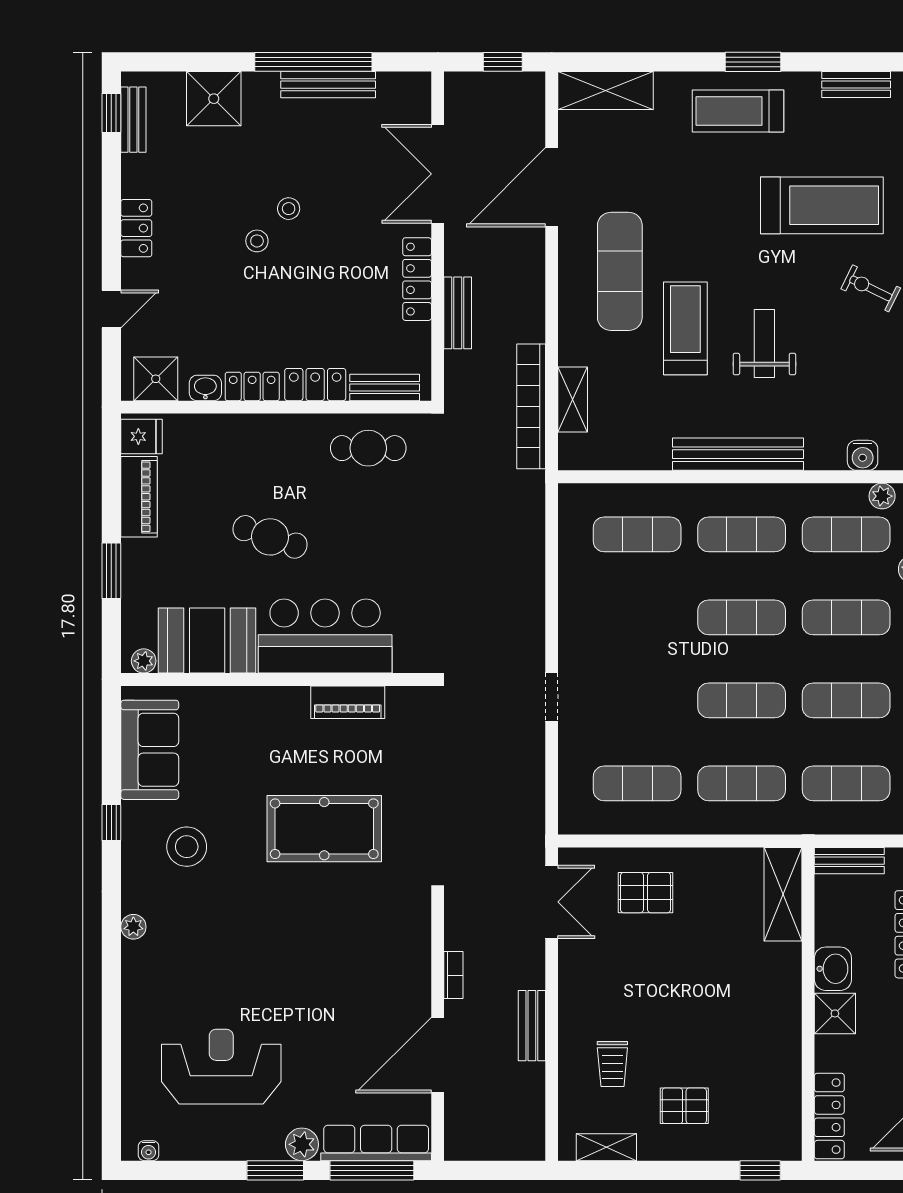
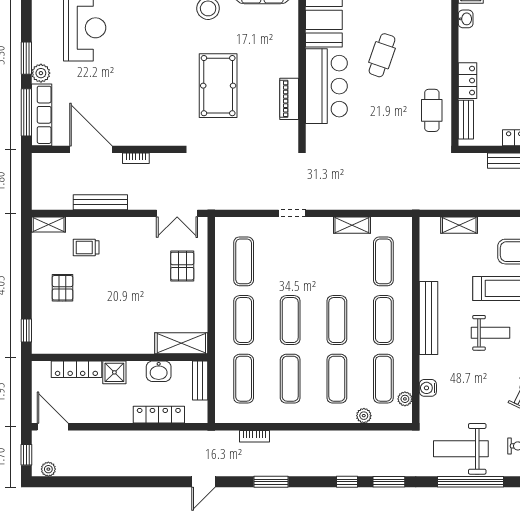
locker: (252, 386) -> (466, 45), removed
bookcase: (531, 406) -> (455, 202), removed
shelving: (573, 590) -> (352, 225), added
washbasin: (833, 969) -> (159, 371), moved
bench: (532, 1026) -> (100, 202), width x1.36
locker: (829, 1116) -> (76, 369), moved
shelving: (606, 1147) -> (49, 224), moved, turned 90

